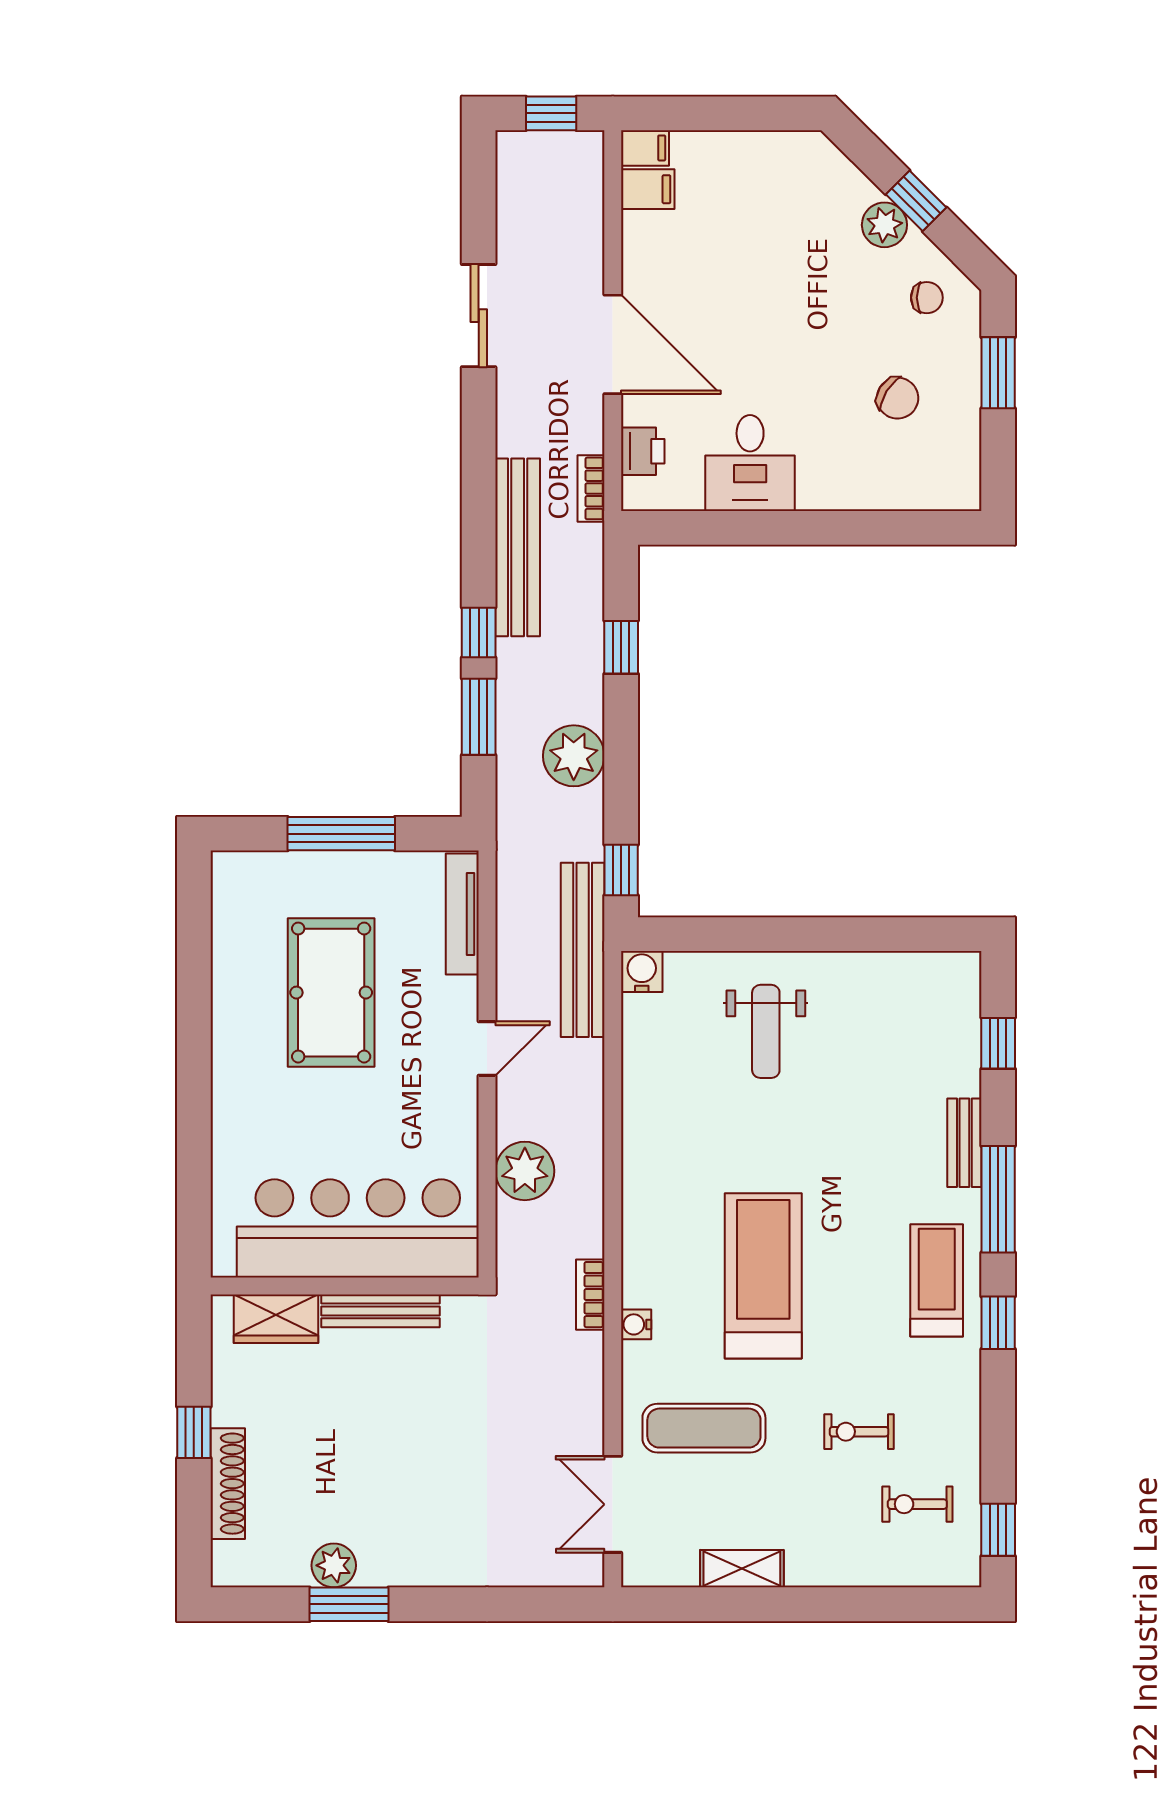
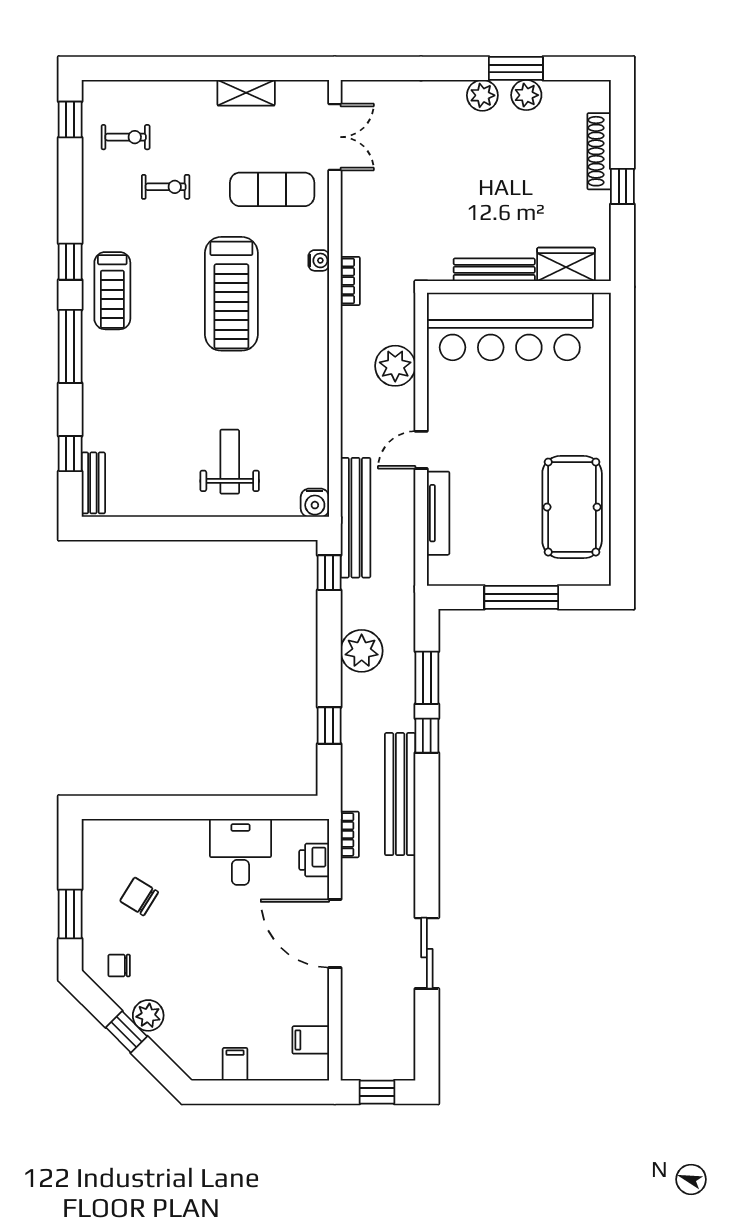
filing cabinet: (645, 148) -> (235, 1064), moved, turned 90
tv unit: (462, 914) -> (438, 513), moved
pool table: (331, 993) -> (572, 507), moved
bench: (964, 1143) -> (93, 483), moved
plant: (398, 1565) -> (482, 95), added

